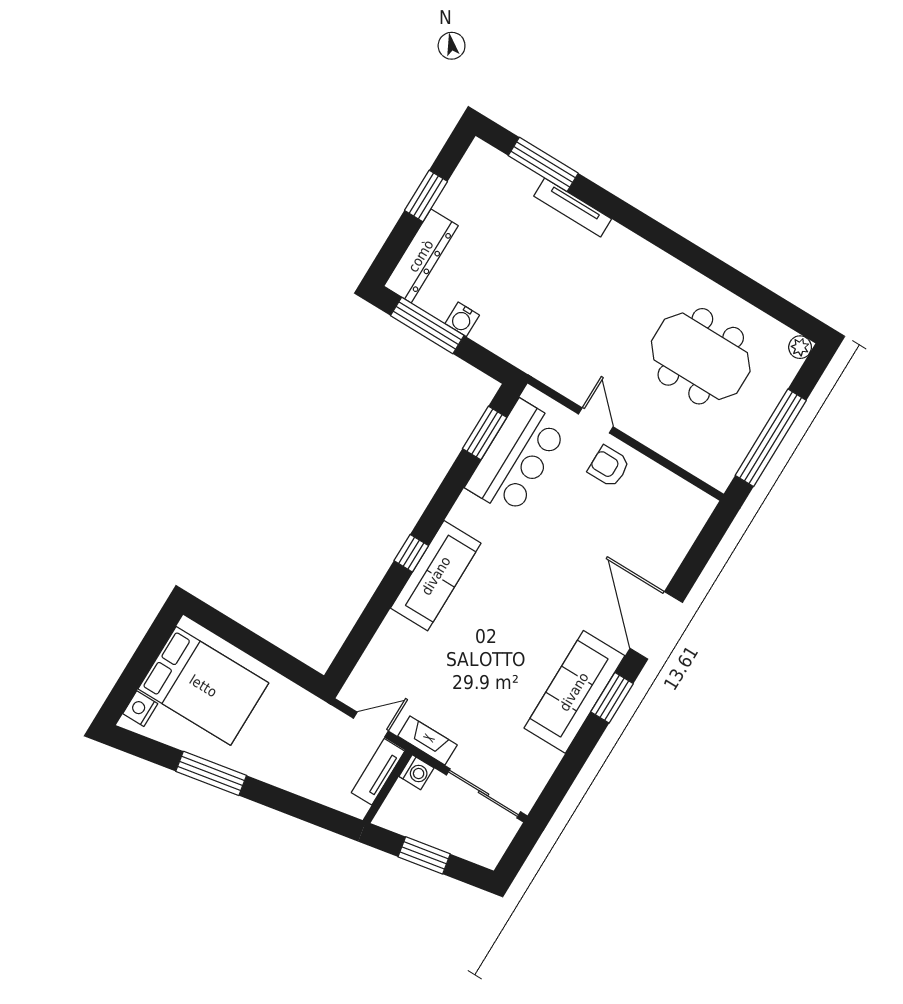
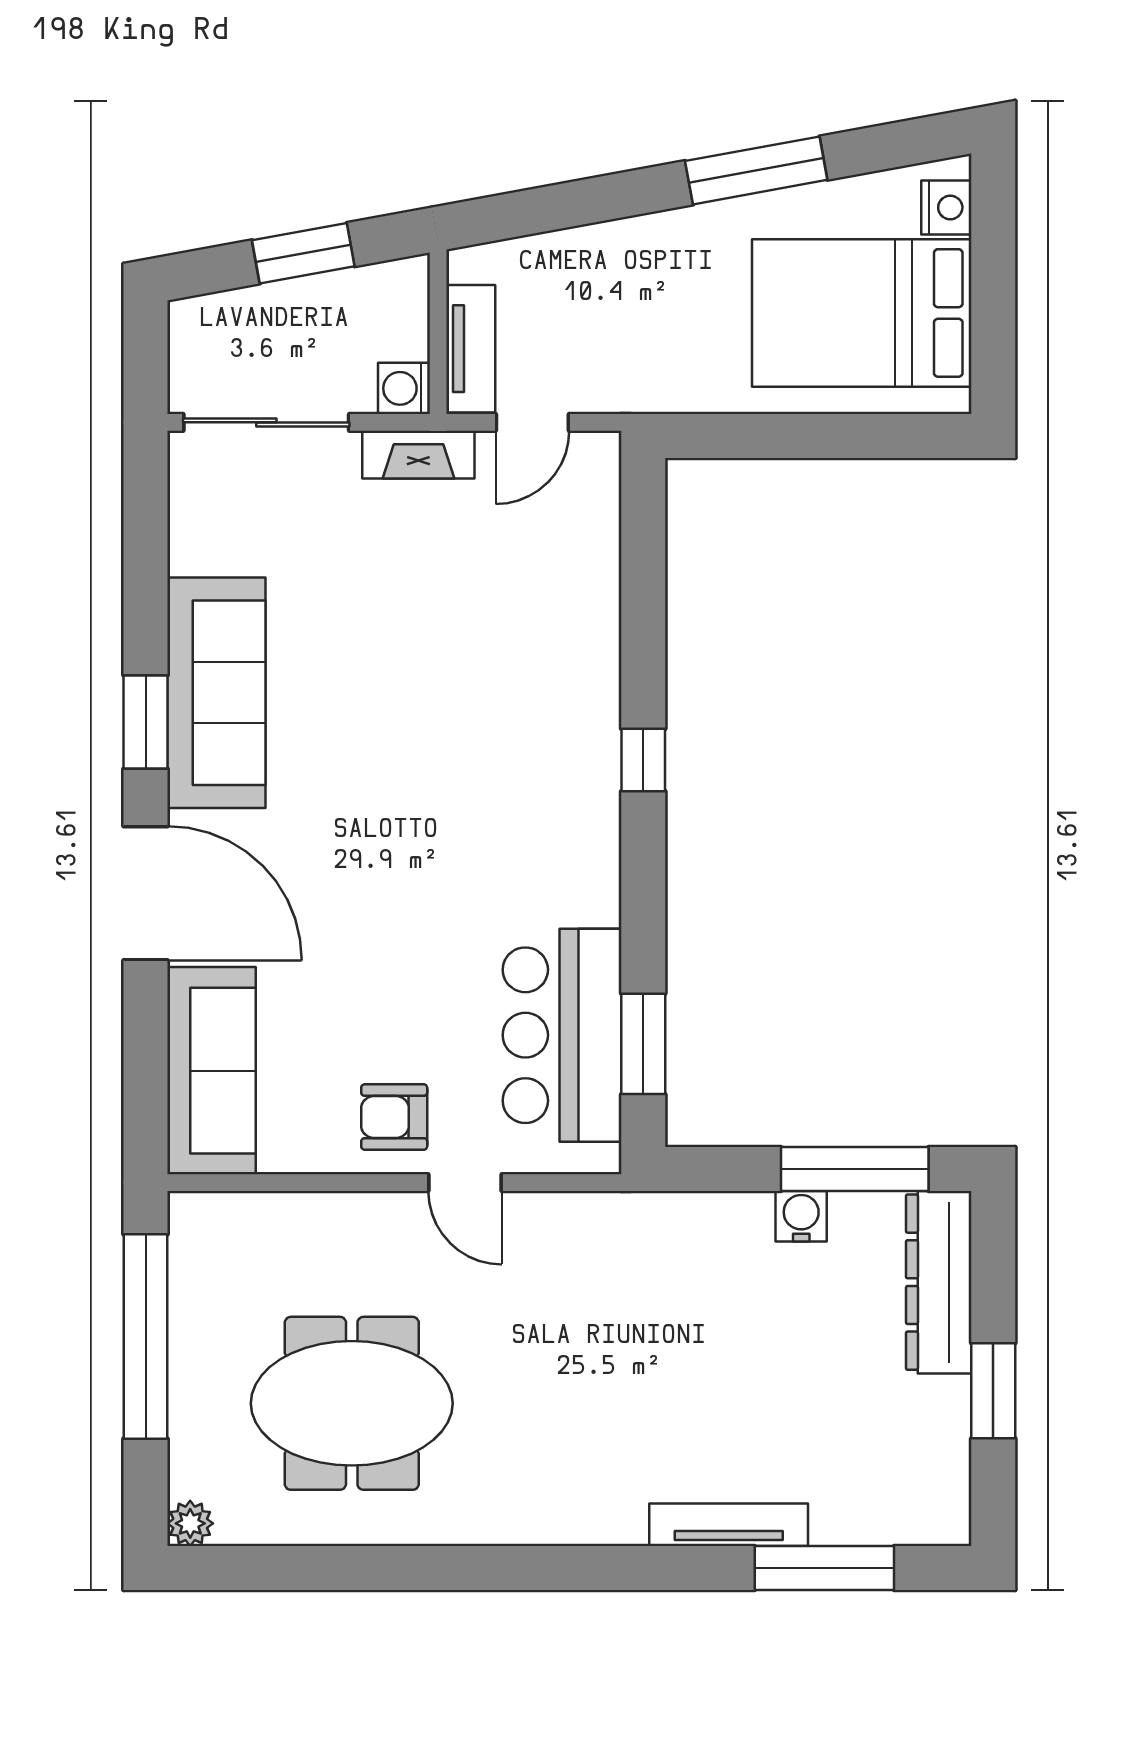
armchair: (609, 466) -> (394, 1117), turned 180
sofa: (436, 576) -> (211, 1071), moved, turned 180

